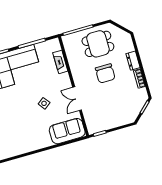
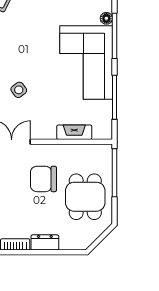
chair: (105, 73) -> (43, 179), moved

